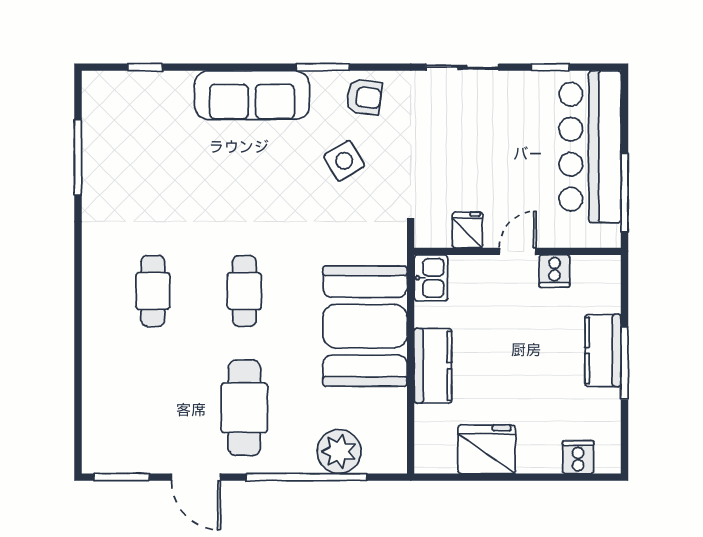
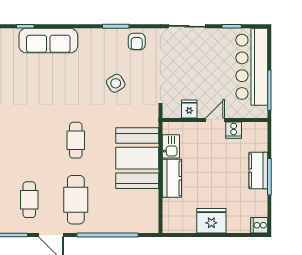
sofa: (252, 95) -> (48, 41), moved
armchair: (364, 97) -> (137, 41), turned 83
side table: (344, 161) -> (116, 83), moved
kitchen sink: (431, 278) -> (171, 146), moved
cafe table: (153, 291) -> (29, 200), moved
fridge: (487, 449) -> (211, 221), moved
plant: (339, 452) -> (124, 222), removed
cooker: (578, 457) -> (259, 225), moved, turned -90

